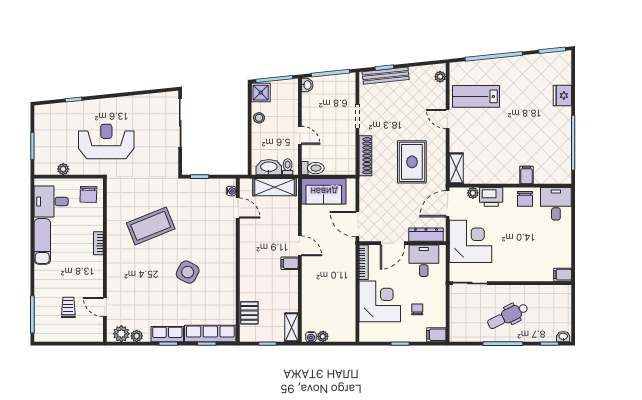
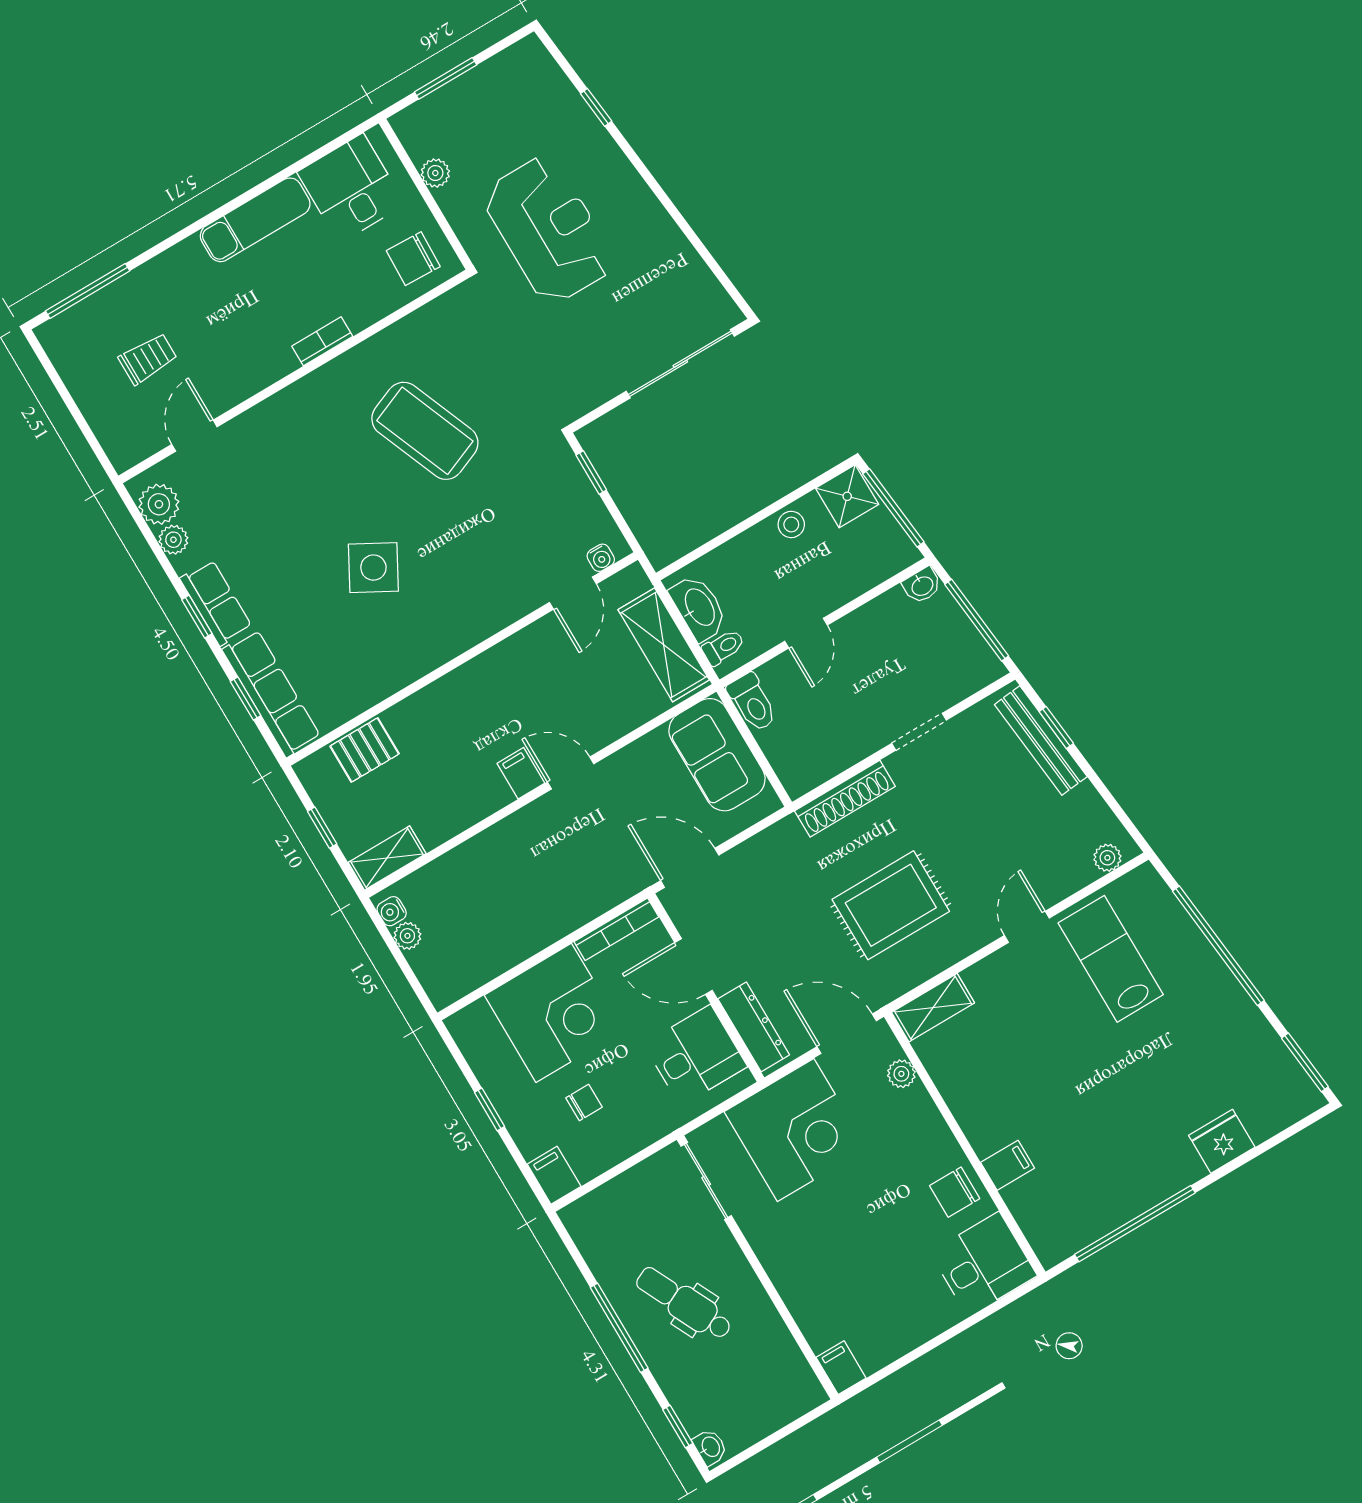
printer: (491, 197) -> (916, 1118), removed
door: (357, 224) -> (690, 868), hinge flipped
door: (300, 246) -> (571, 773), swing flipped

